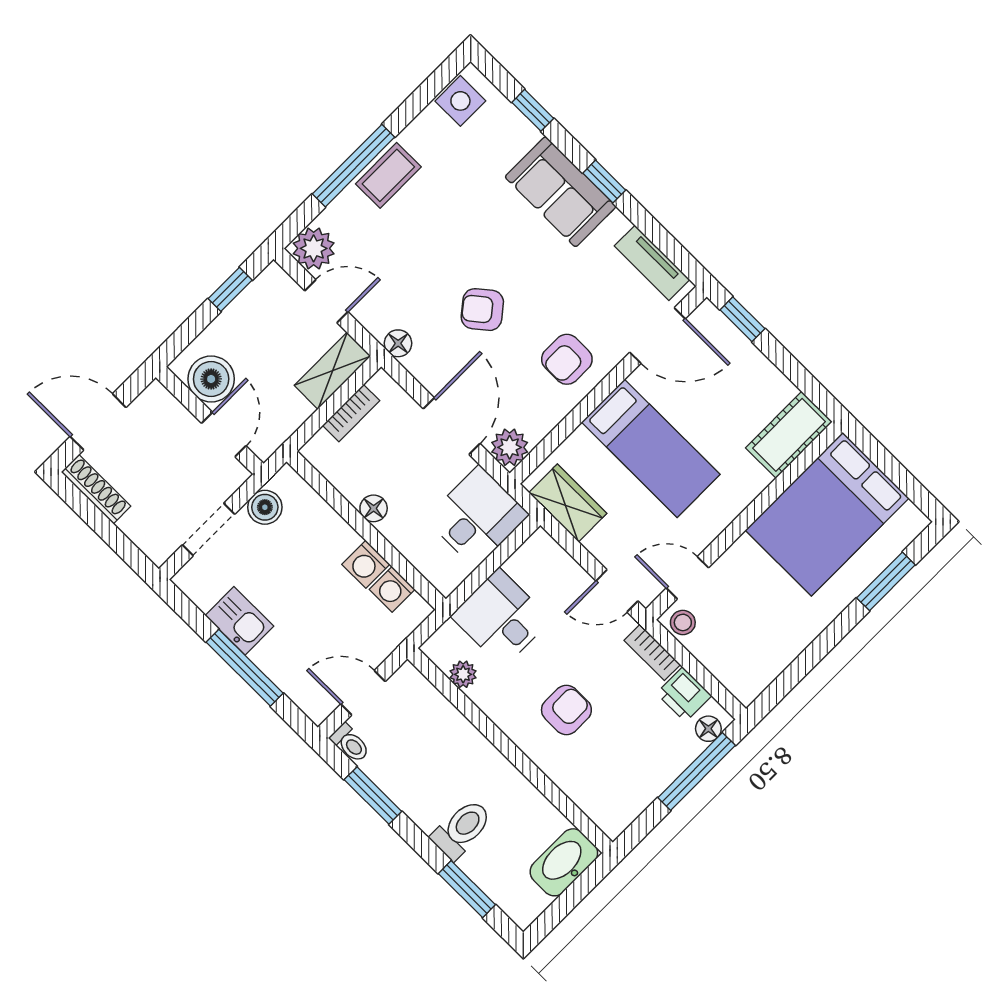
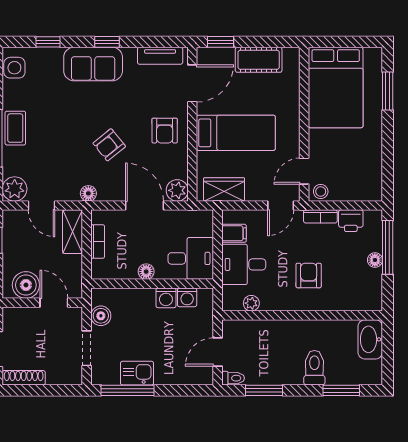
door: (326, 301) -> (42, 206), swing flipped
cot: (789, 435) -> (259, 60), moved, turned 90
desk: (477, 517) -> (191, 258), moved, turned 90
filing cabinet: (527, 568) -> (234, 233), added
window: (245, 668) -> (128, 390), moved
floor lamp: (708, 729) -> (375, 260), moved

